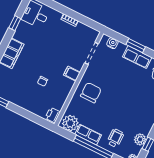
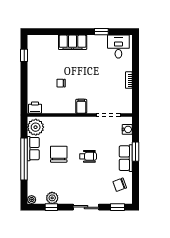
chair: (91, 93) -> (59, 154), moved, turned -90
wheelchair: (115, 138) -> (88, 156), moved

